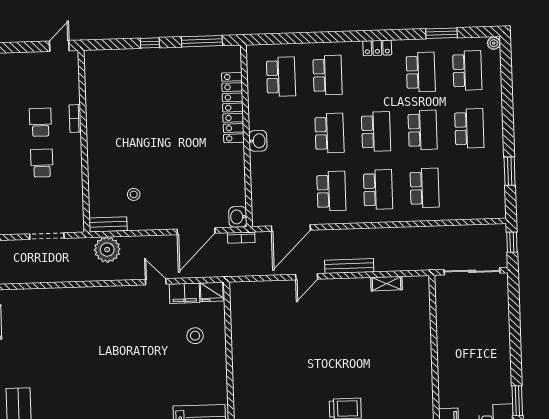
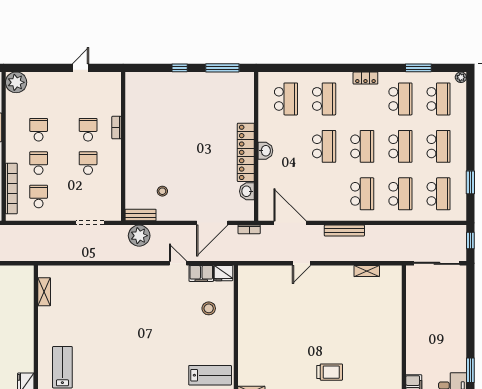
door: (59, 46) -> (80, 68), moved
locker: (233, 108) -> (246, 152), moved
school desk: (331, 191) -> (439, 194), moved
washbasin: (238, 217) -> (247, 191), moved
door: (291, 228) -> (290, 223), swing flipped
bench: (349, 266) -> (344, 231), moved

